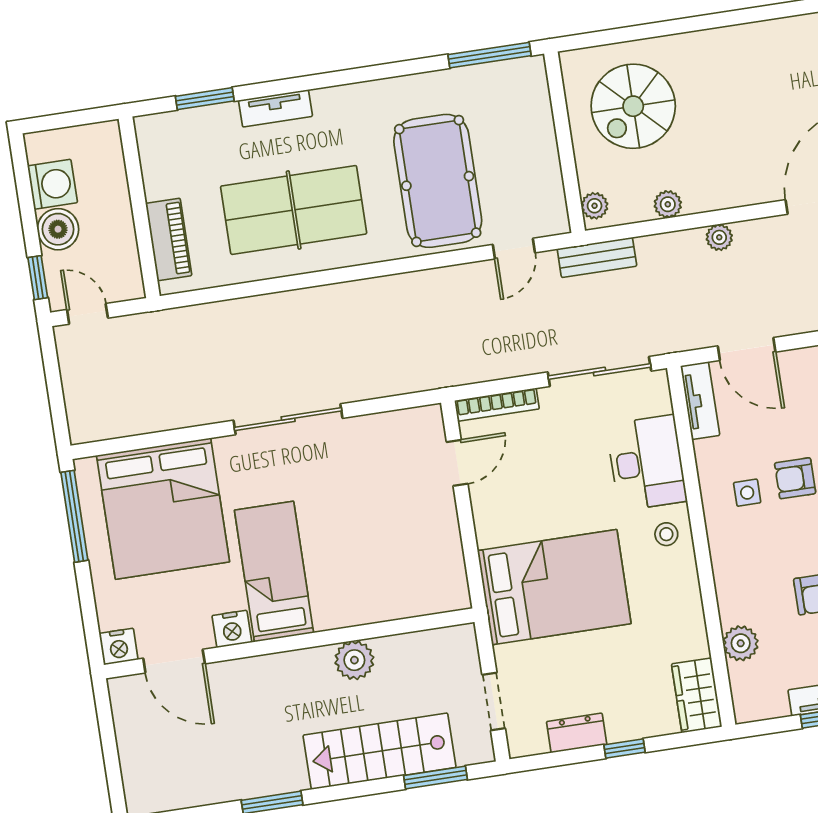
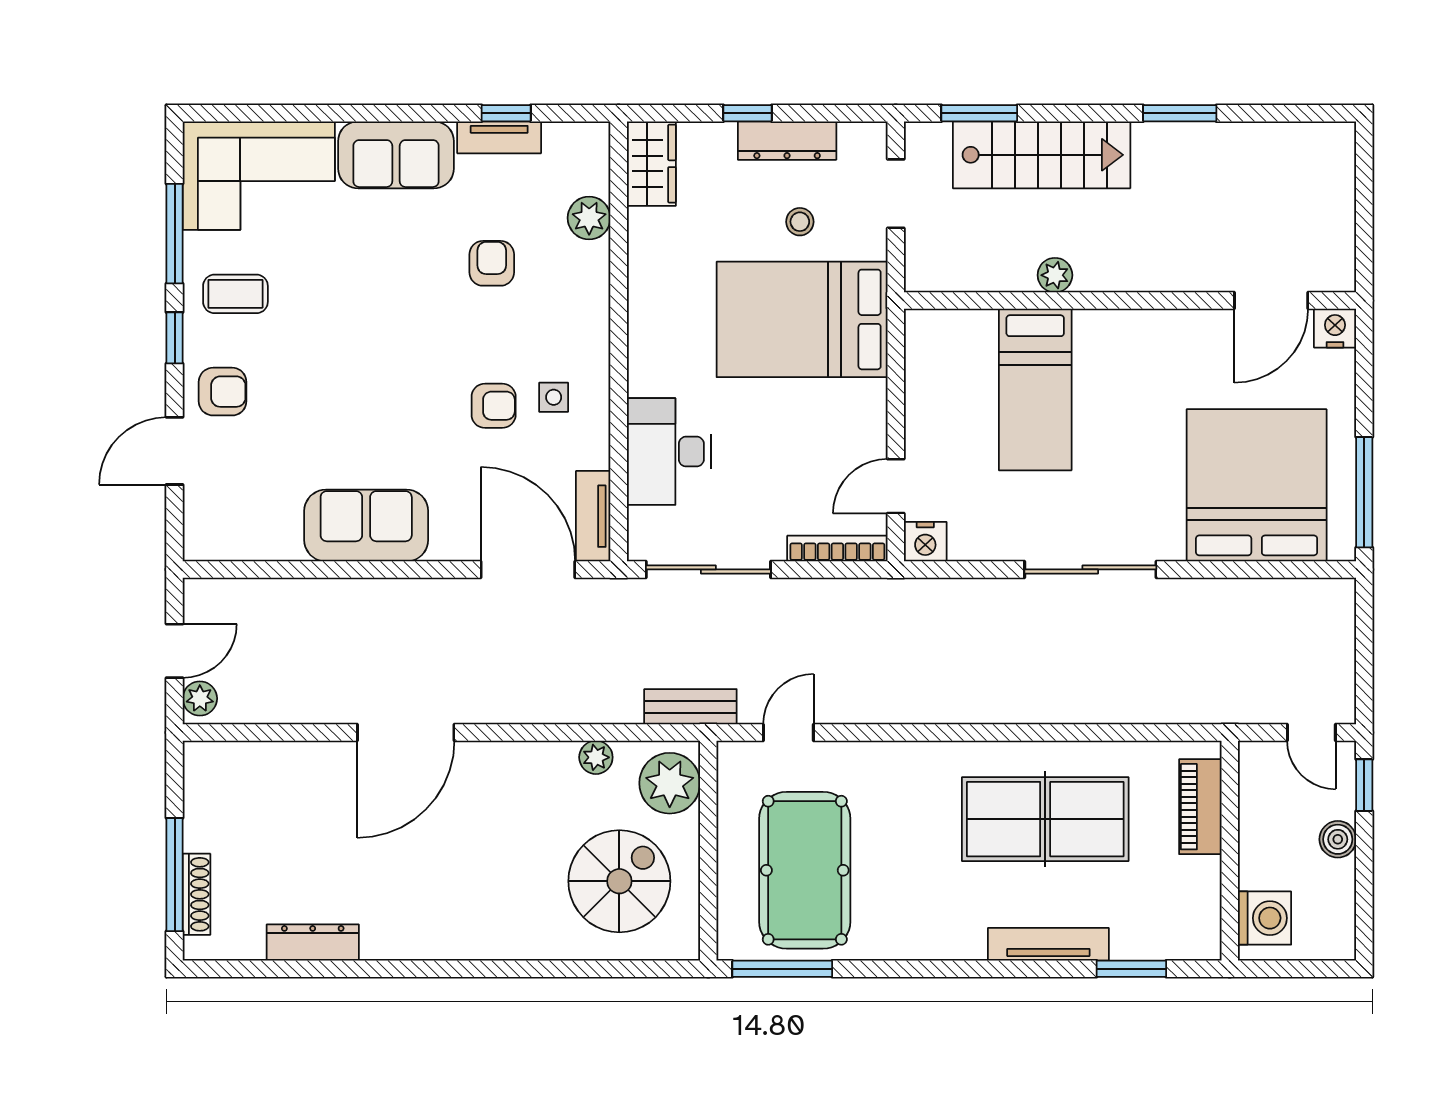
tv unit: (275, 108) -> (1048, 944), width x1.41
pool table: (438, 181) -> (805, 870), moved
washing machine: (52, 184) -> (1265, 918), moved, turned 180
plant: (595, 206) -> (670, 783), width x1.87, depth x1.87
boiler: (58, 229) -> (1338, 839), width x0.73, depth x0.73
plant: (719, 237) -> (540, 708), removed
door: (747, 349) -> (528, 569), width x1.36
stool: (666, 534) -> (800, 222), moved
bed: (274, 572) -> (1035, 390), moved
nightstand: (232, 629) -> (925, 542), moved, turned 180
plant: (354, 660) -> (1055, 275), width x0.73, depth x0.73
door: (174, 661) -> (1271, 301), swing flipped
dresser: (577, 733) -> (787, 141), width x1.44

